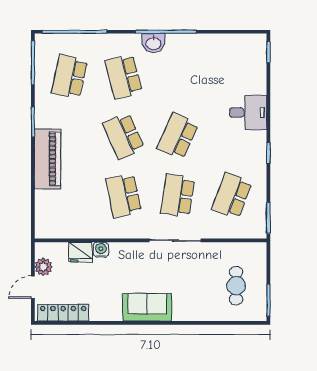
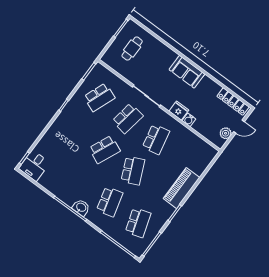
school desk: (69, 77) -> (138, 223), turned -30
desk: (248, 113) -> (34, 166), moved, turned -90
fridge: (80, 252) -> (179, 111), moved

